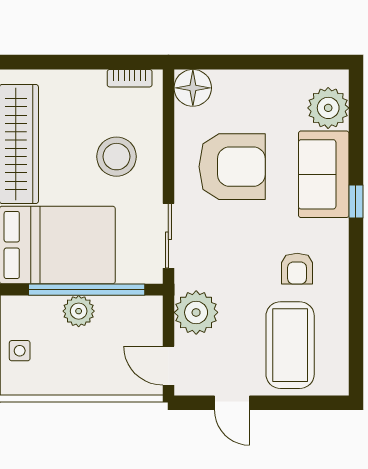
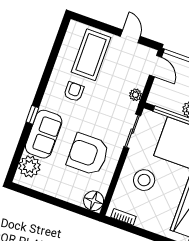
plant: (196, 312) -> (135, 95), width x0.53, depth x0.53

